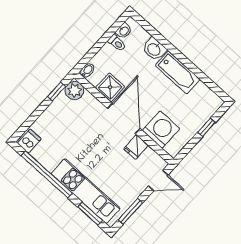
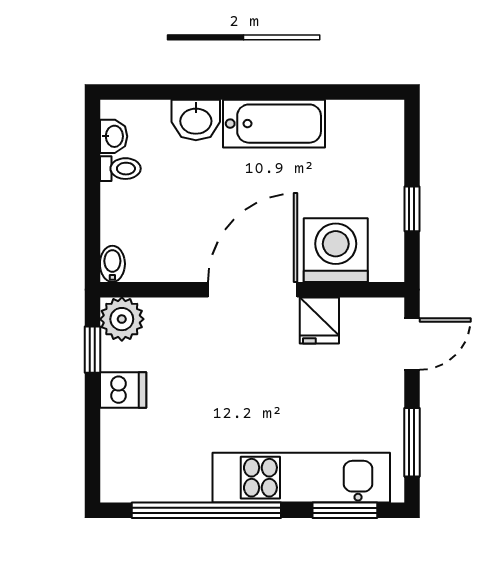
shower: (110, 87) -> (179, 257), removed
door: (124, 118) -> (253, 290), hinge flipped
window: (207, 127) -> (412, 209), moved
dishwasher: (29, 141) -> (123, 390), moved, turned 90

